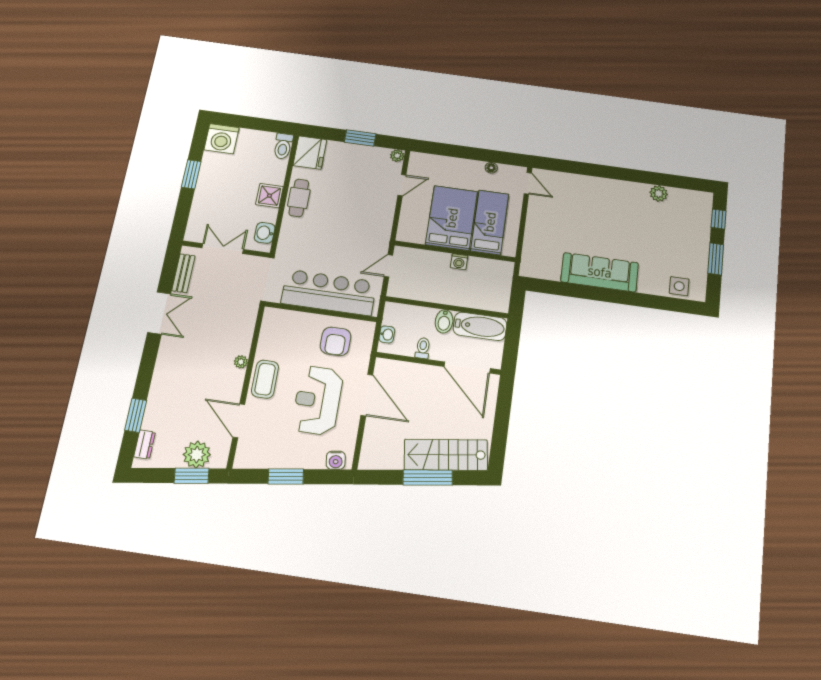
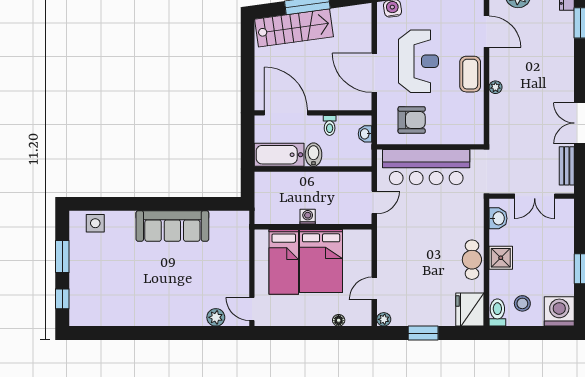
stool: (257, 151) -> (522, 303), added
floor lamp: (491, 168) -> (339, 320), moved
plant: (659, 193) -> (216, 317), moved
armchair: (336, 341) -> (412, 120), turned 90

